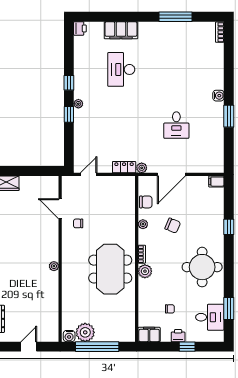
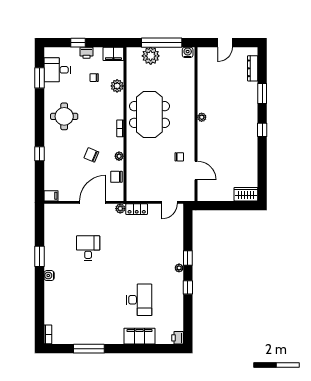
round table: (202, 267) -> (64, 116), width x0.73, depth x0.73
plant: (145, 271) -> (117, 86), moved
plant: (85, 332) -> (151, 56), moved

